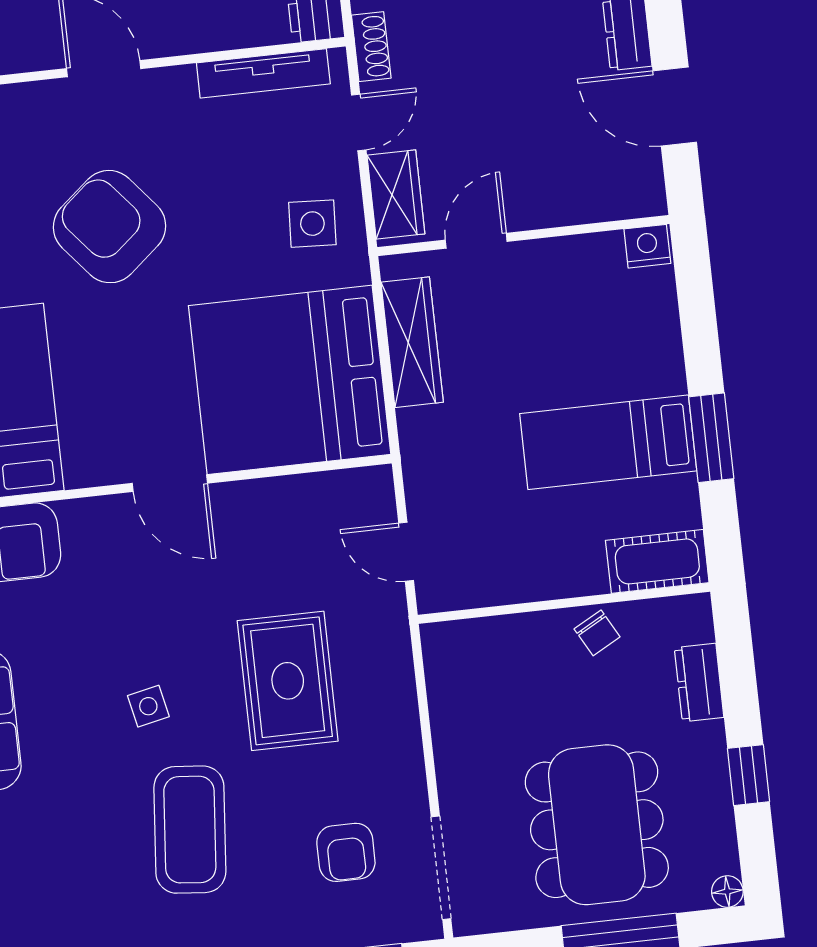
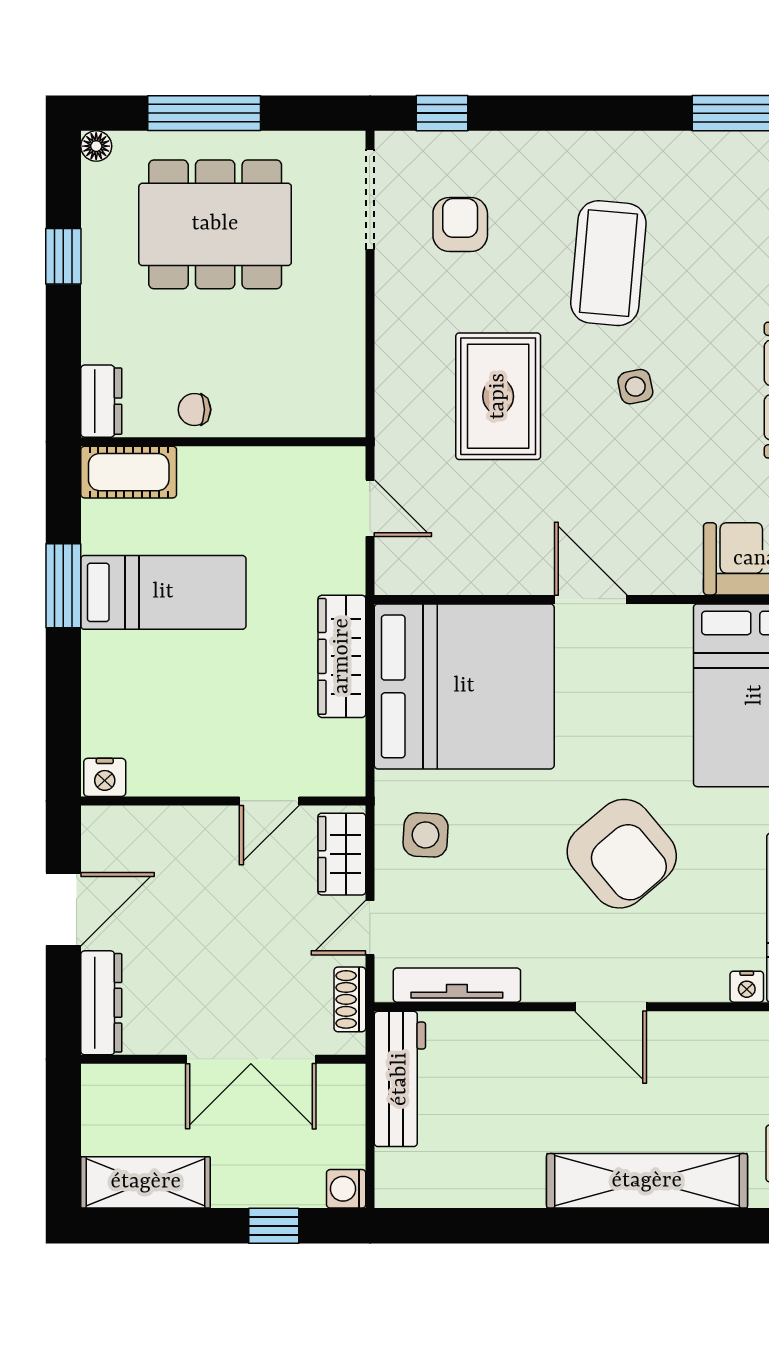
door: (675, 107) -> (63, 909), hinge flipped
wardrobe: (412, 342) -> (342, 656), moved
chair: (597, 633) -> (194, 410), turned -61
dresser: (699, 683) -> (101, 401), moved
dining table: (597, 825) -> (215, 224), turned 90

